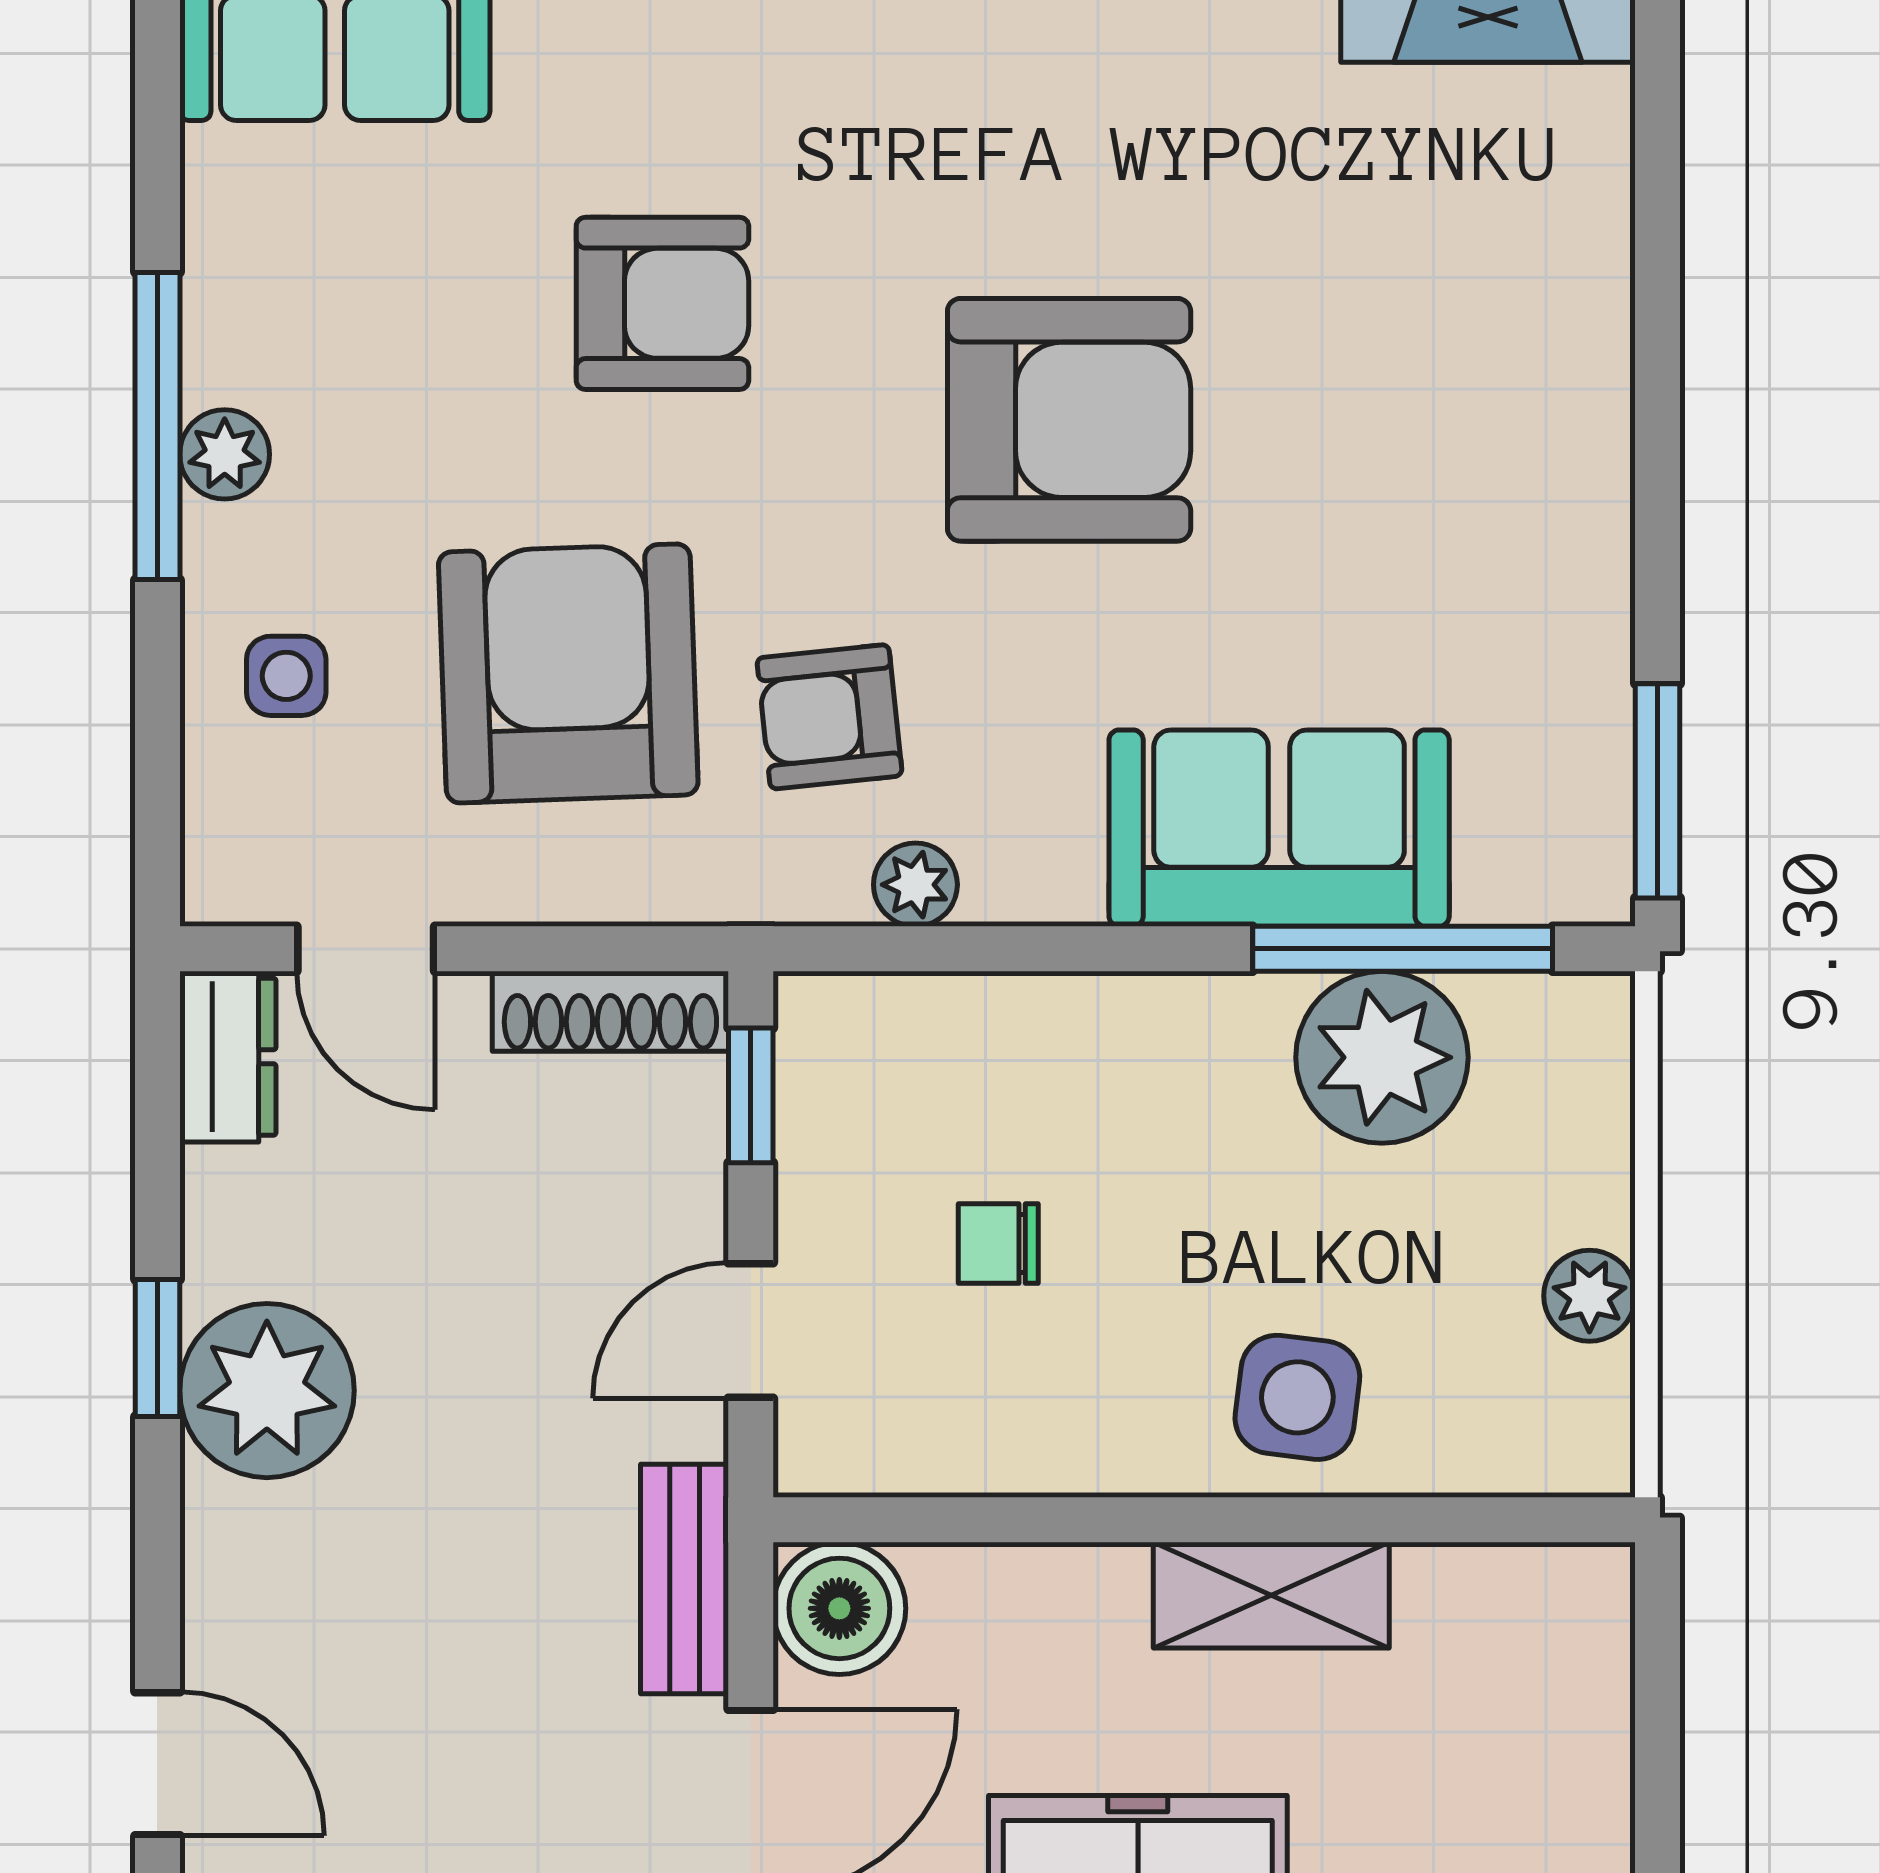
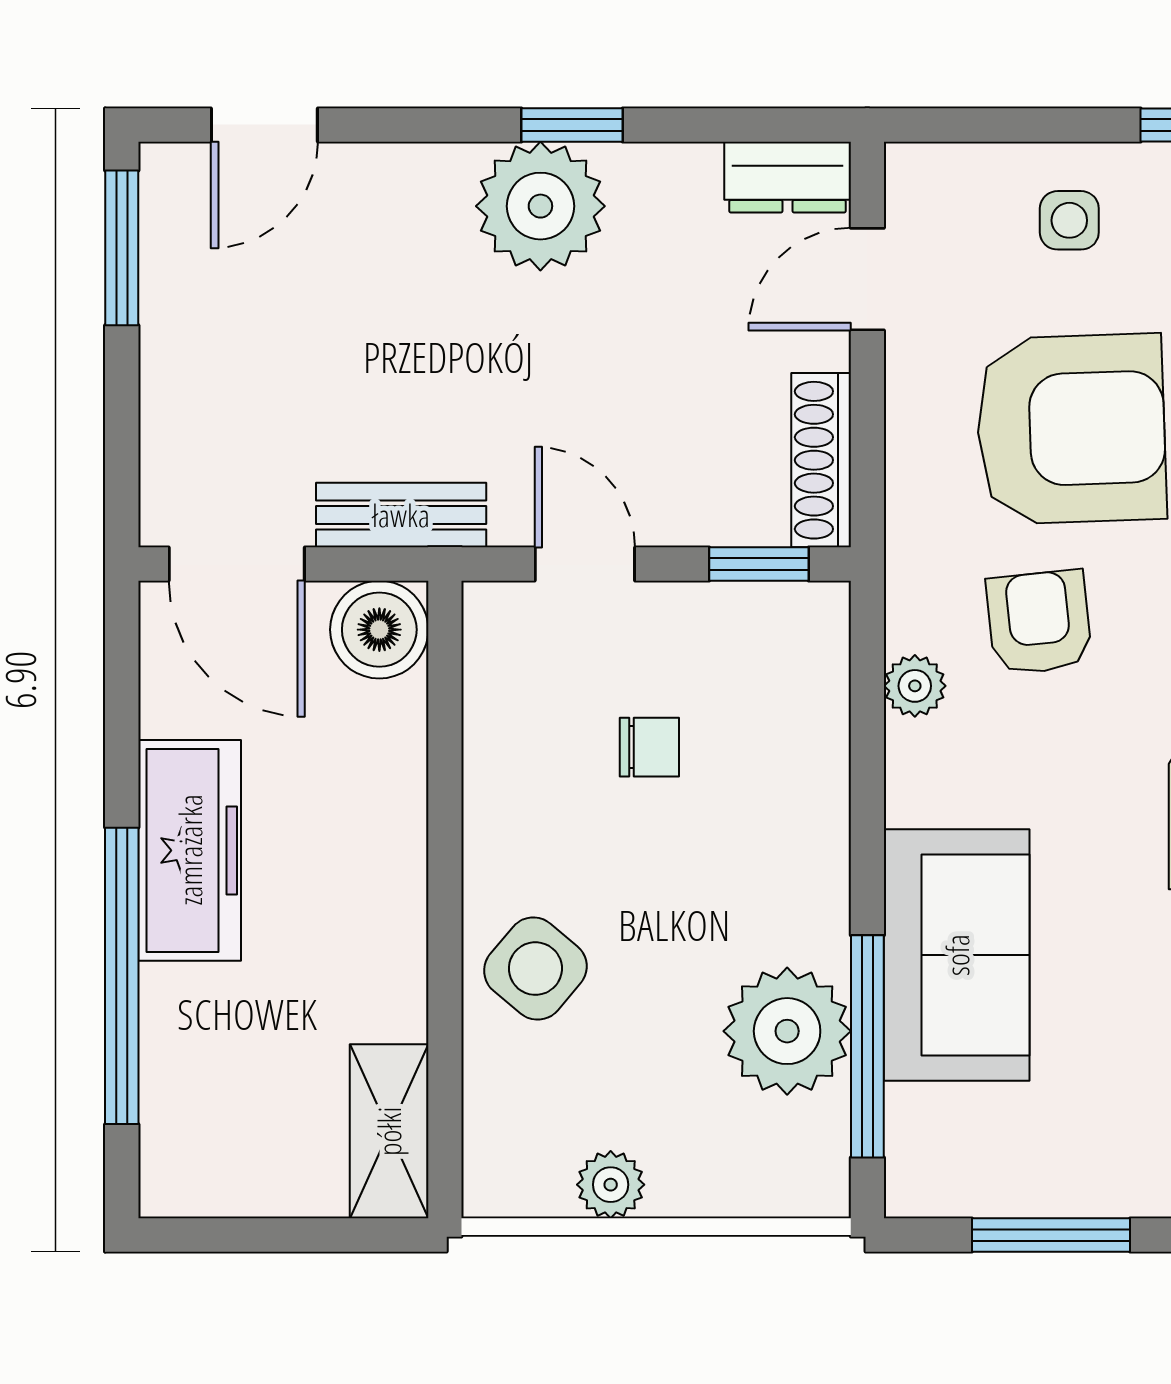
window: (1658, 791) -> (1051, 1235), moved
chair: (998, 1243) -> (649, 747), turned 90
side table: (1297, 1397) -> (535, 969), turned 33
shelving: (1271, 1595) -> (389, 1131), moved

